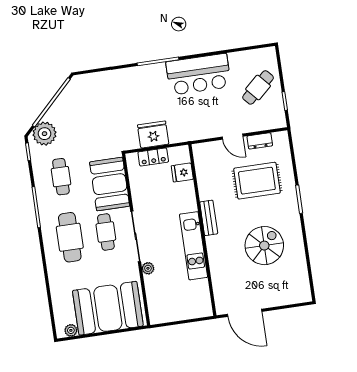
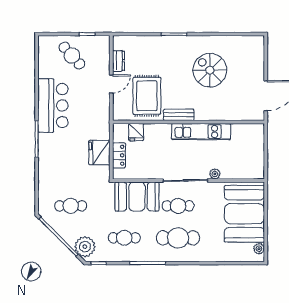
cafe table: (88, 111) -> (71, 206), added
rug: (257, 181) -> (147, 96), moved

